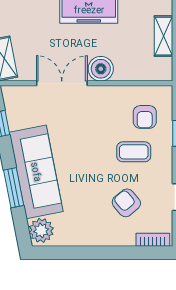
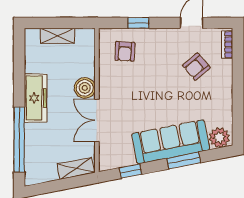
armchair: (145, 117) -> (125, 51), turned 93
coffee table: (134, 152) -> (154, 60), removed

